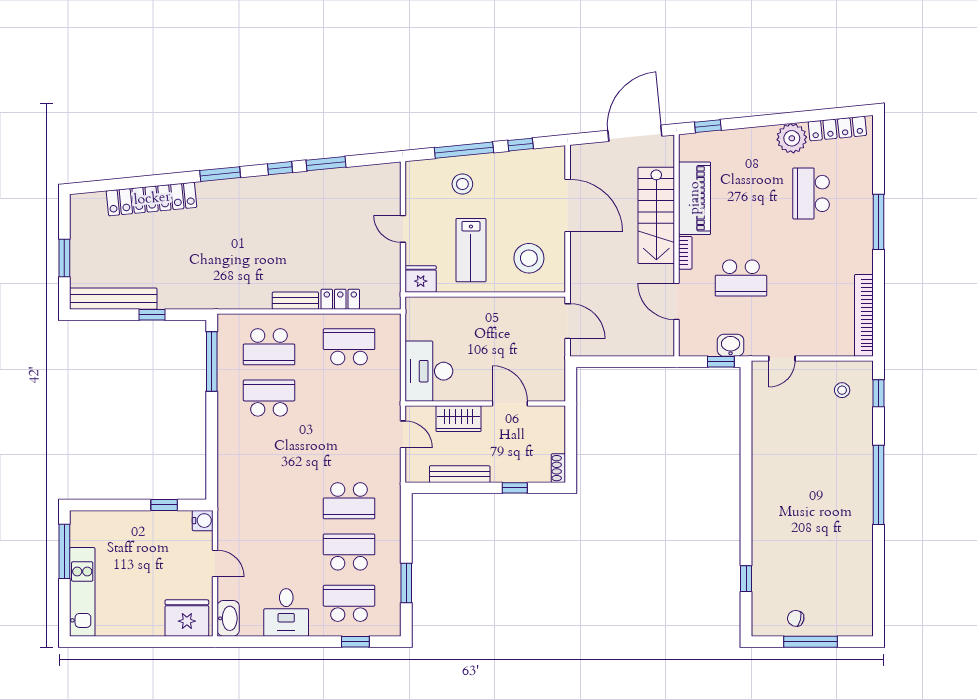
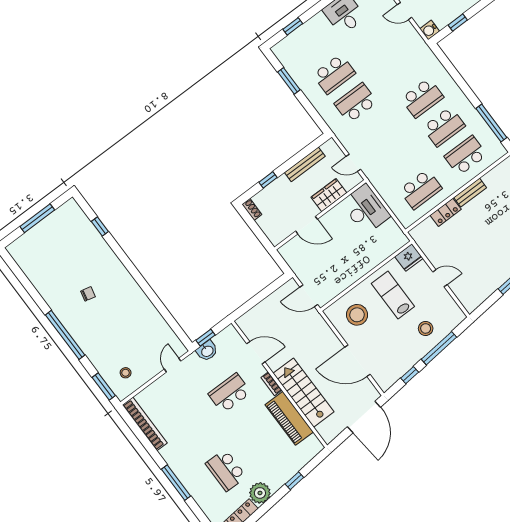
window: (708, 126) -> (294, 481), moved
door: (635, 133) -> (364, 417), moved
school desk: (811, 193) -> (226, 470), turned 180
window: (879, 393) -> (104, 386), width x1.50
school desk: (349, 603) -> (422, 98), moved
chair: (796, 618) -> (88, 294), moved

